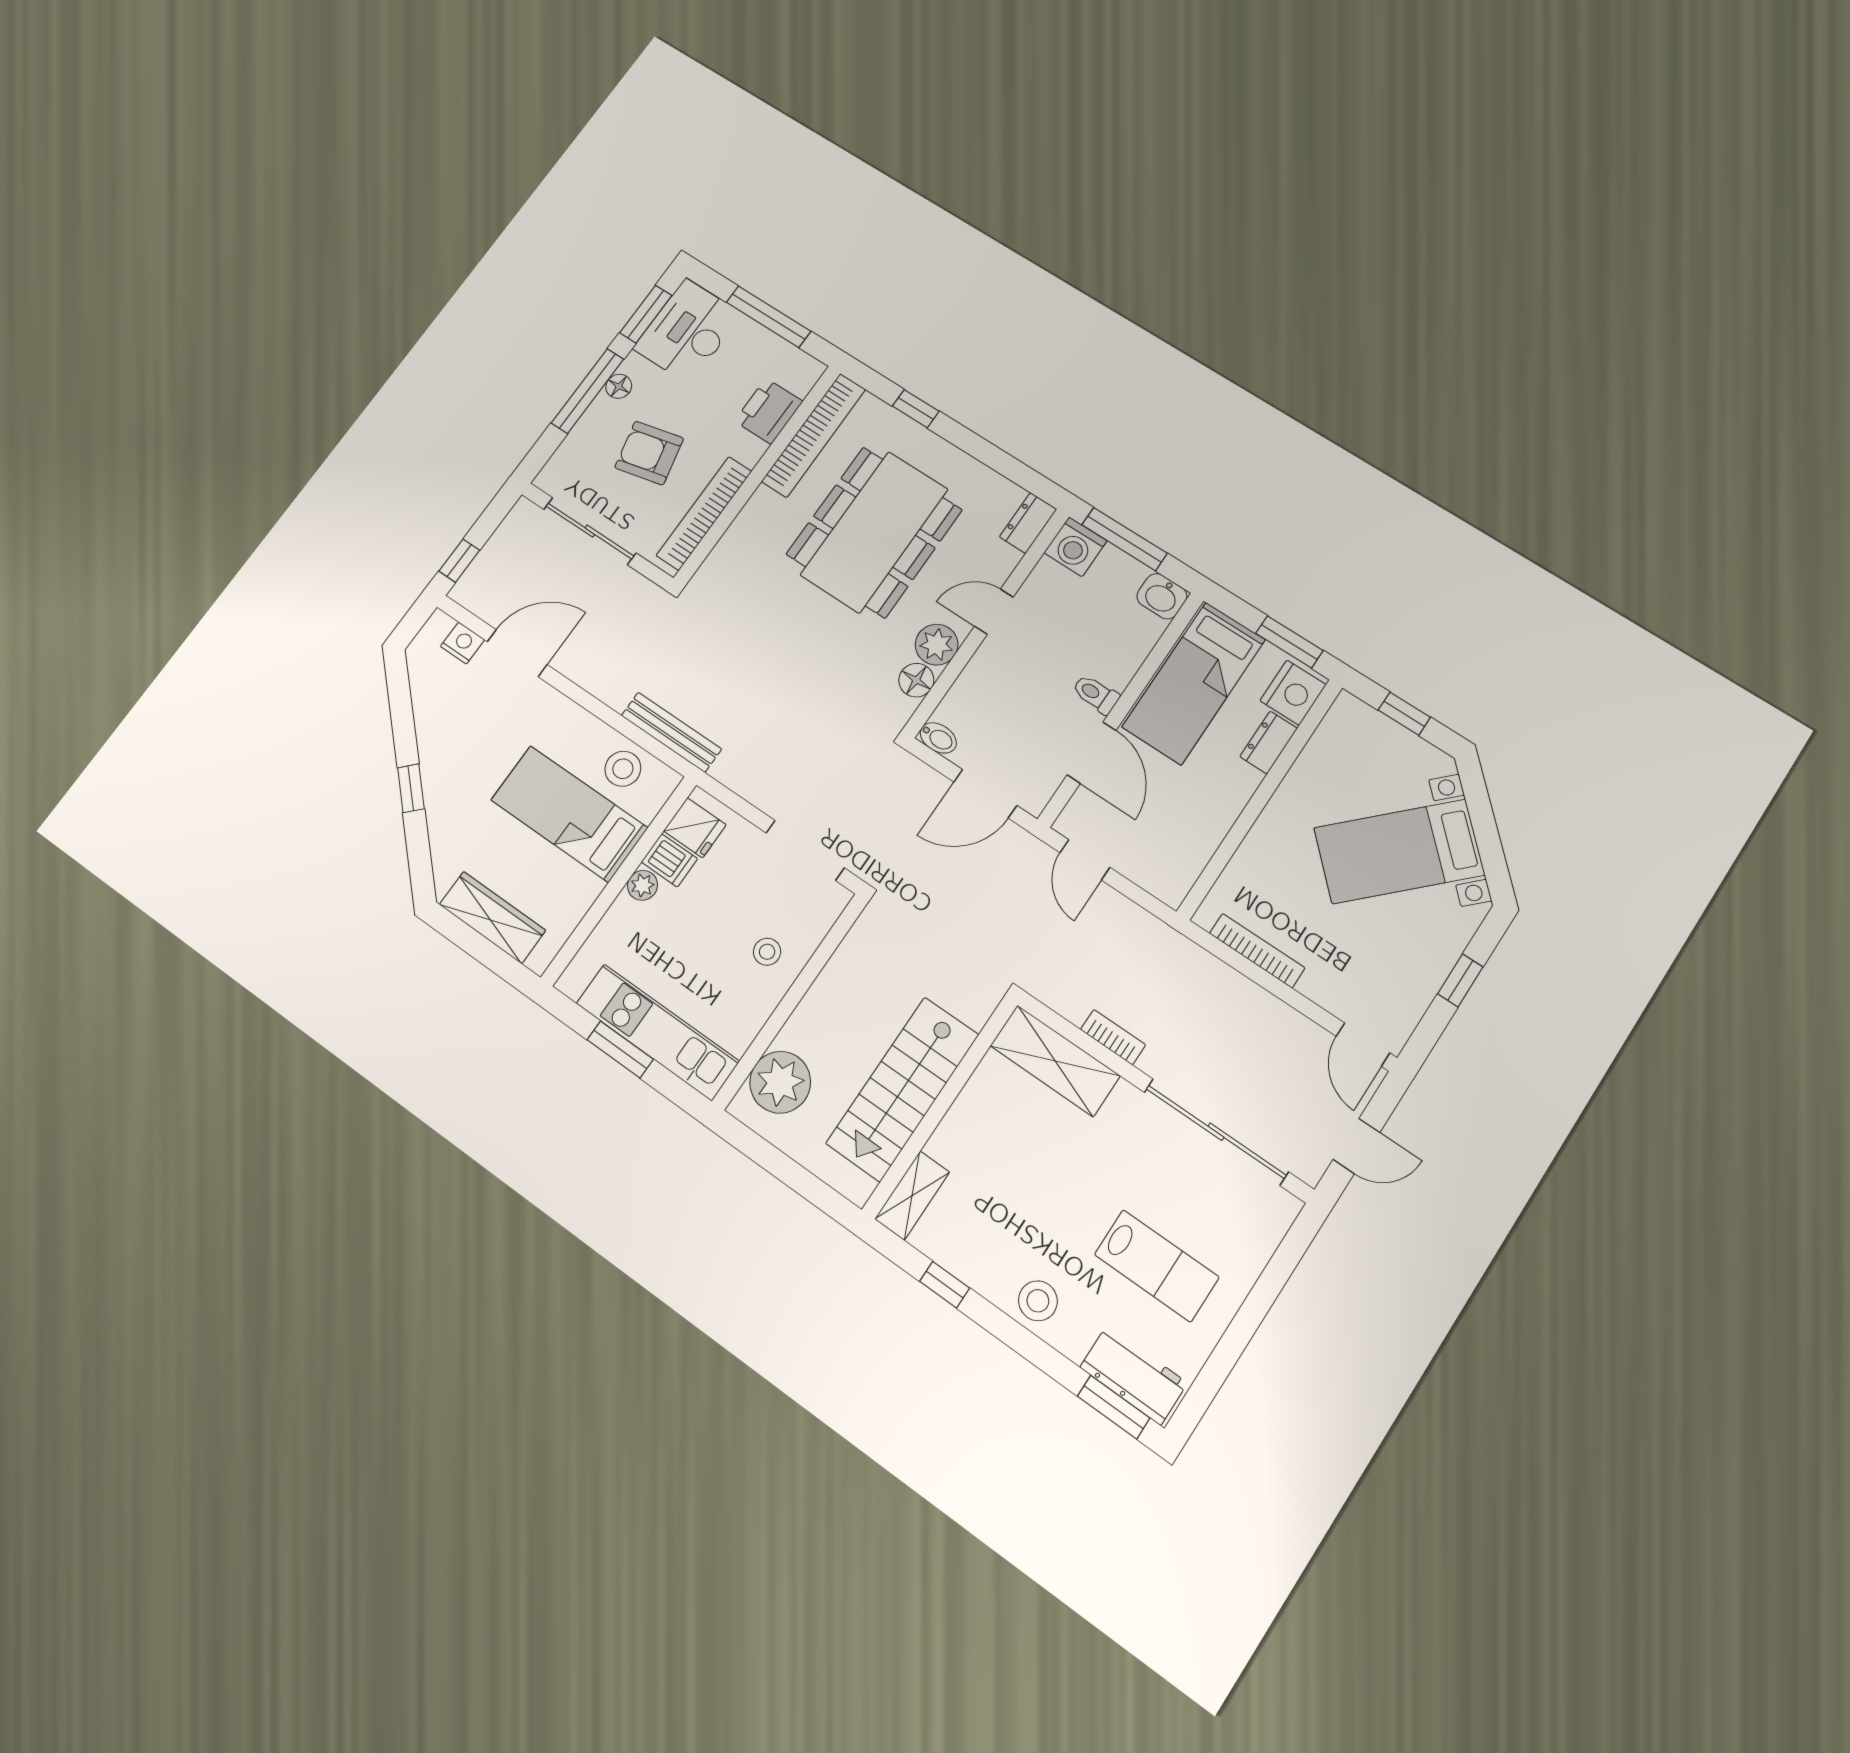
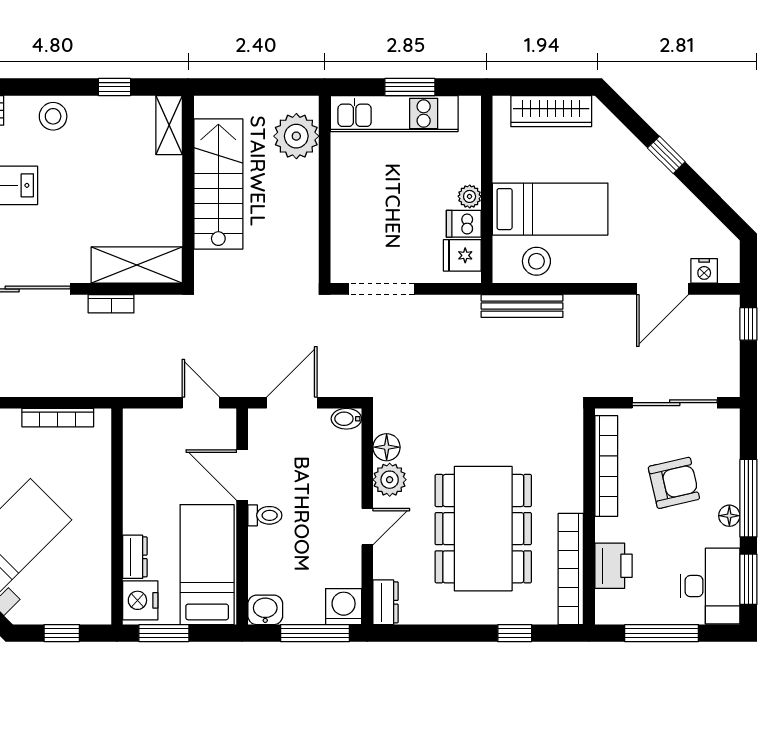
stool: (767, 952) -> (361, 209), removed

